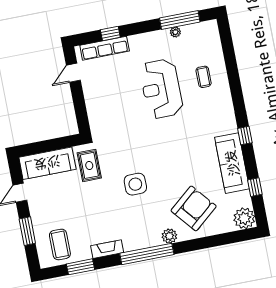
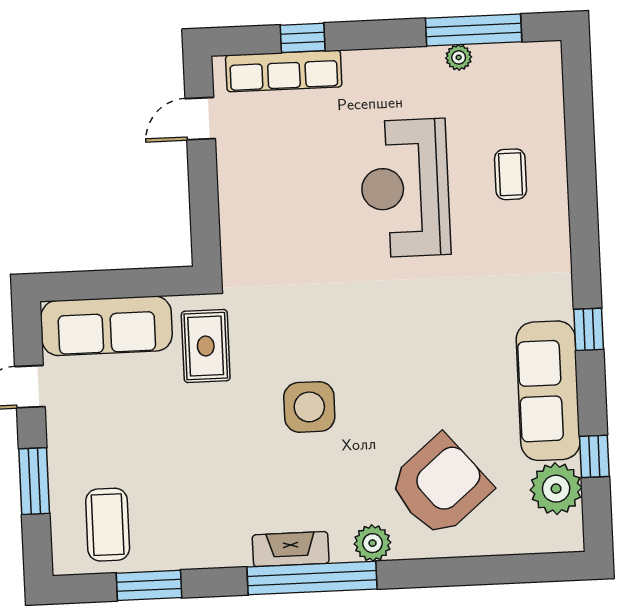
plant: (244, 218) -> (556, 489), moved
fireplace: (107, 249) -> (291, 549), moved

